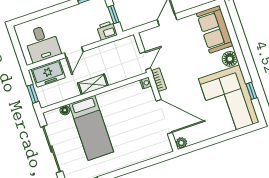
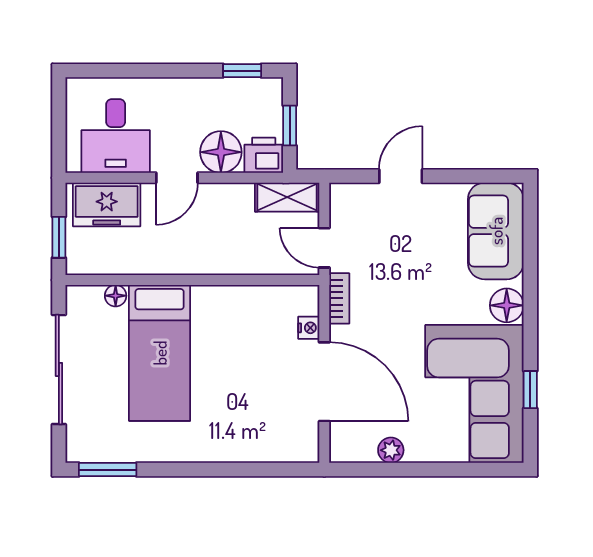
floor lamp: (89, 35) -> (221, 152), added
door: (145, 61) -> (324, 248), swing flipped
nightstand: (146, 83) -> (309, 328), moved
shelving: (93, 84) -> (287, 197), moved
plant: (181, 143) -> (391, 450), moved

